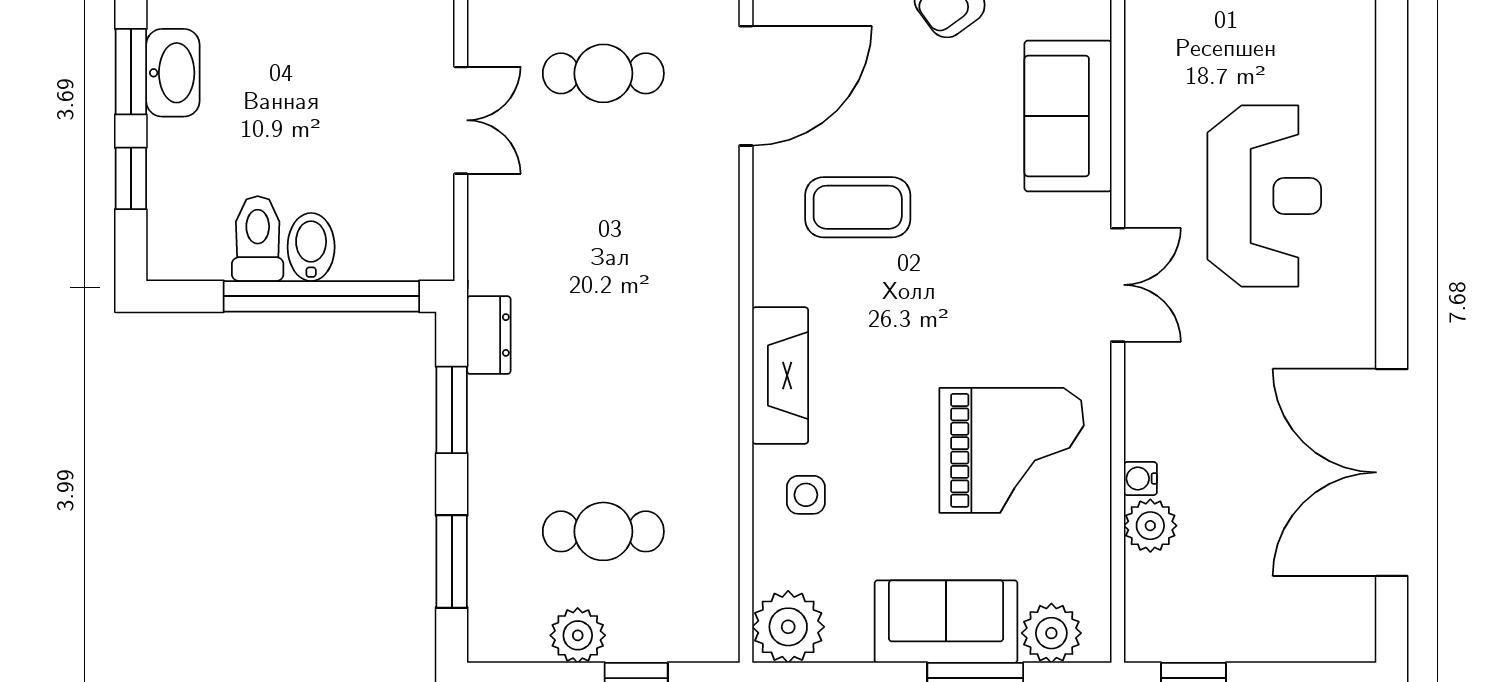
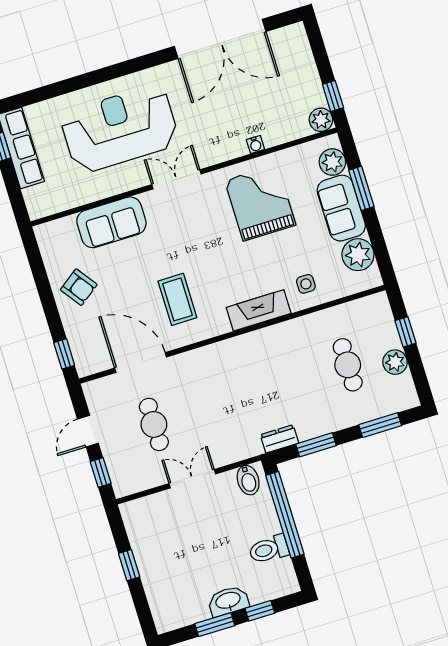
washbasin: (173, 73) -> (228, 601), moved
reception desk: (1264, 196) -> (120, 129), width x1.36, depth x1.30
bidet: (311, 247) -> (248, 480), moved, turned -90
plant: (1150, 526) -> (321, 120), moved
plant: (788, 627) -> (358, 255), moved

